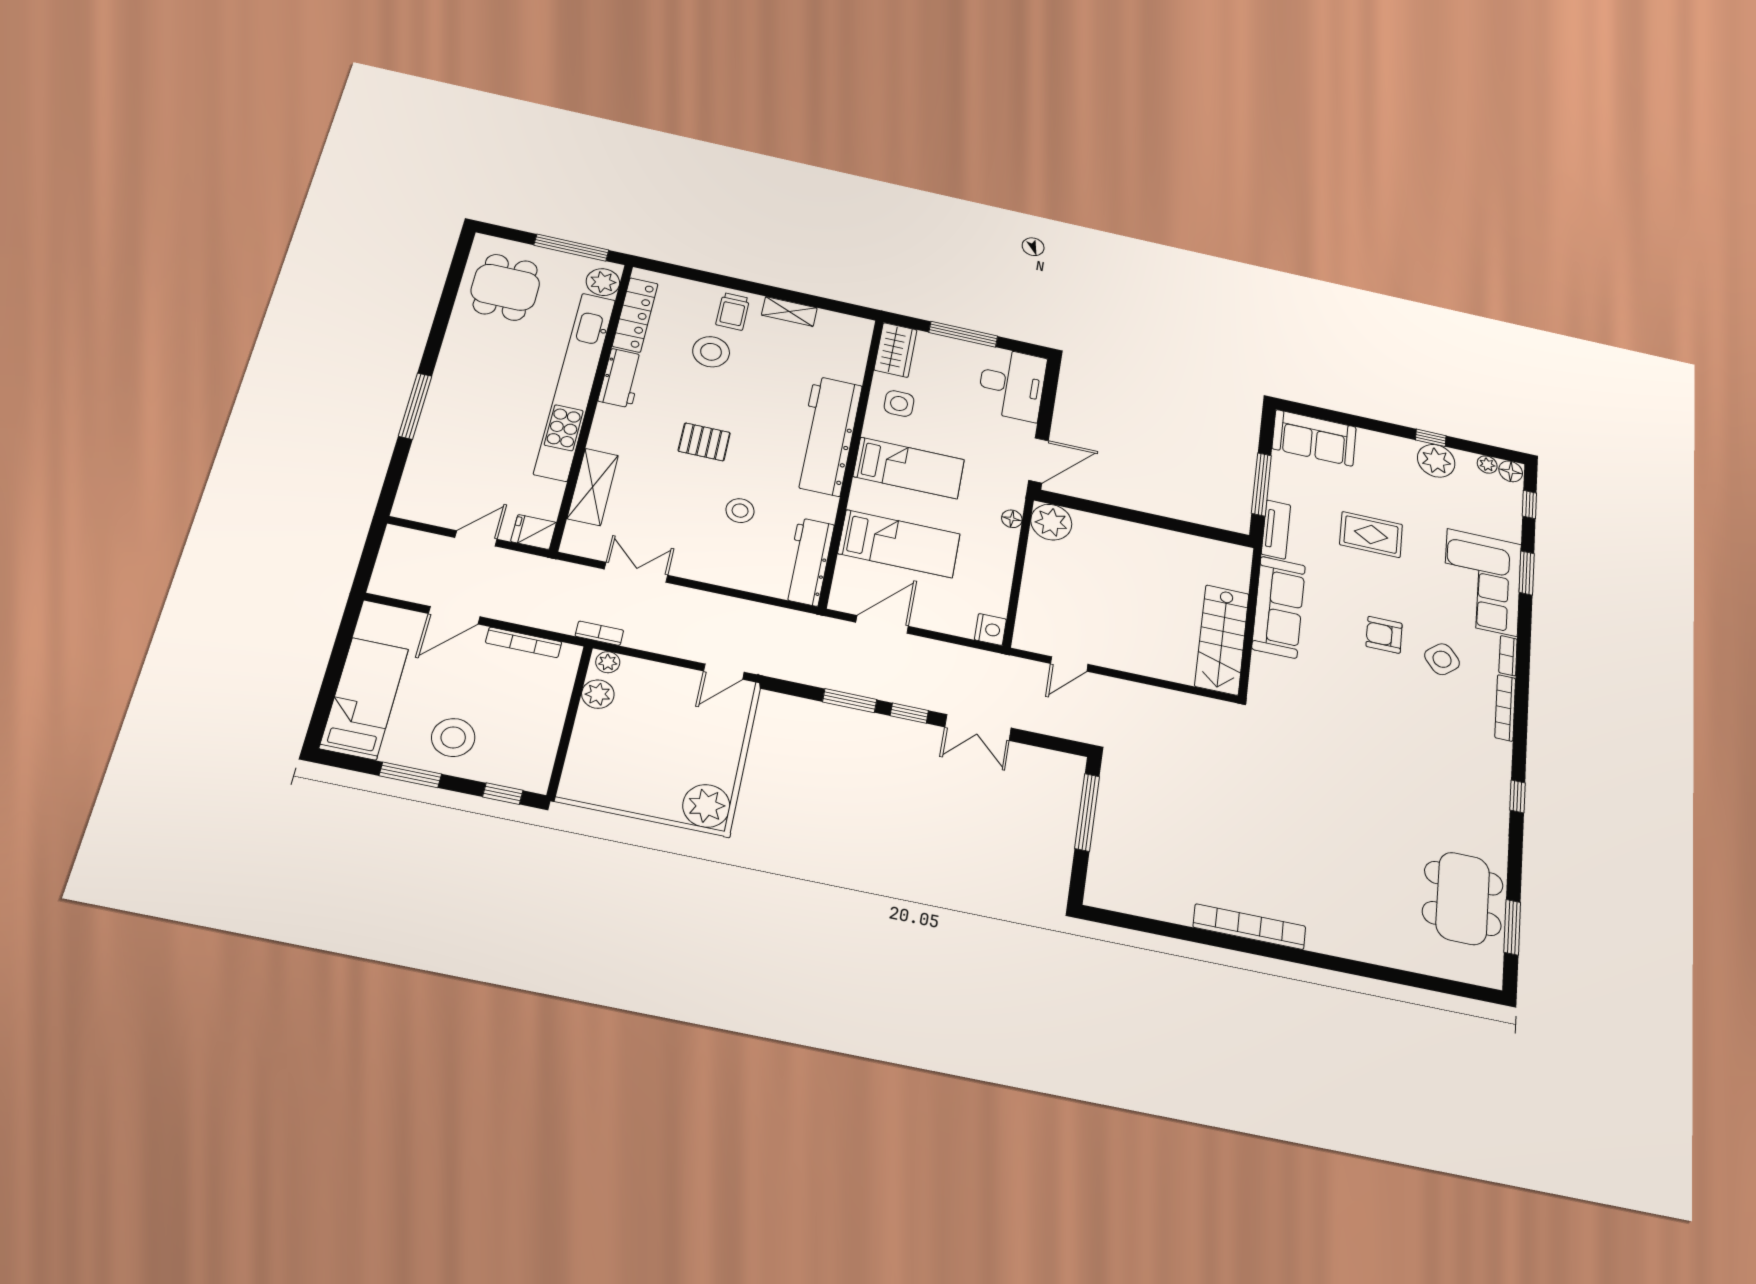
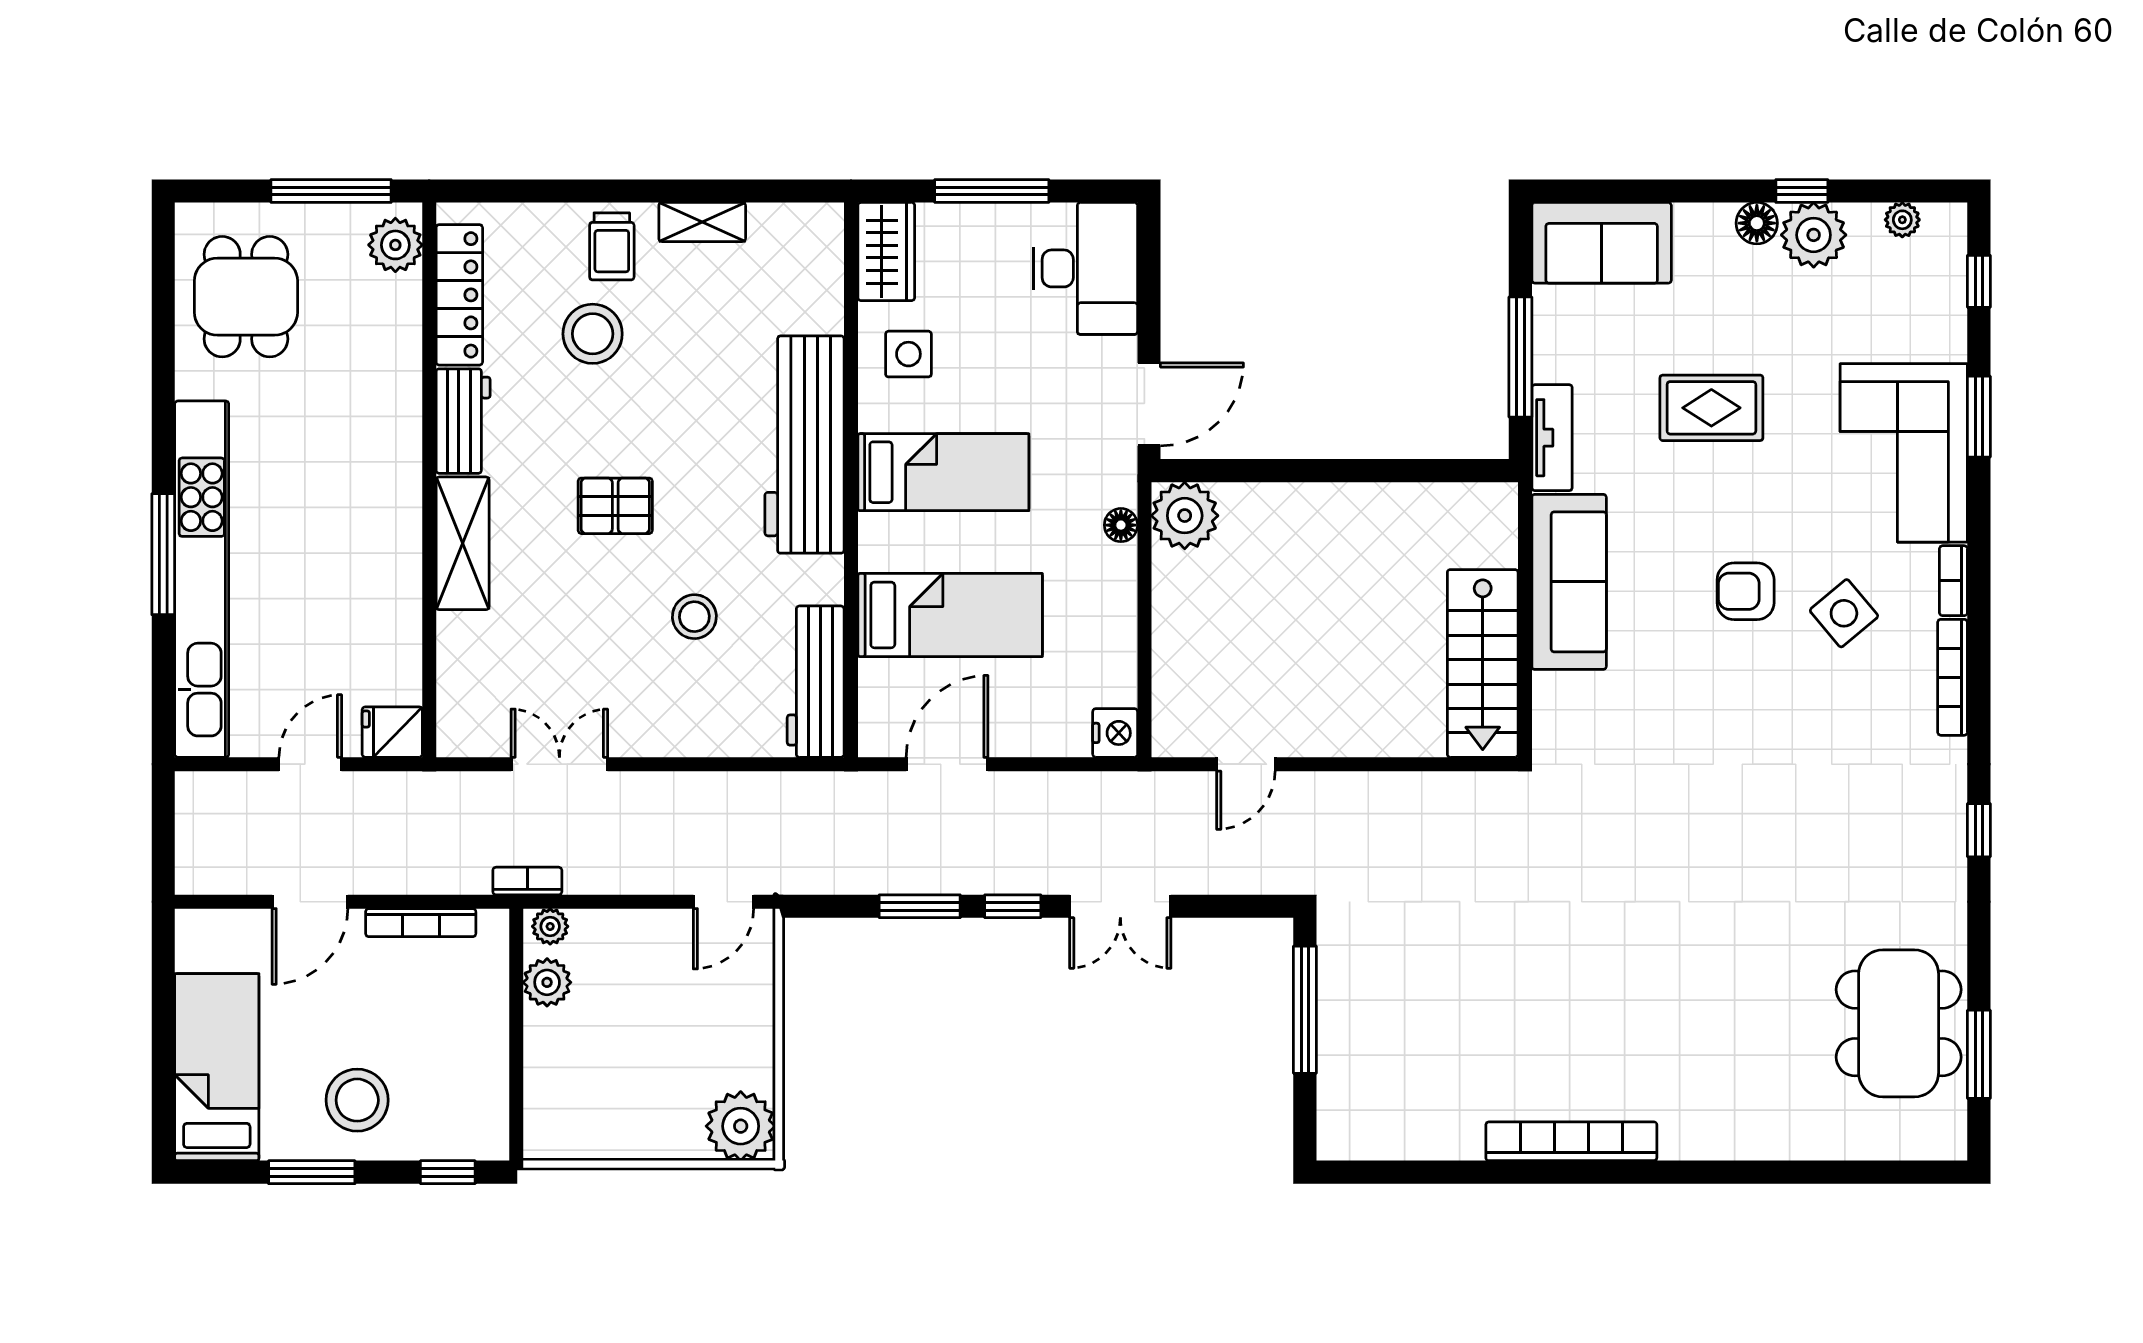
kitchen unit: (575, 386) -> (202, 579), moved, turned 180
floor lamp: (1511, 471) -> (1757, 223), moved
shelving: (593, 487) -> (463, 543), moved

